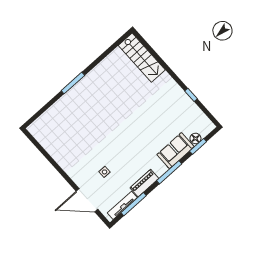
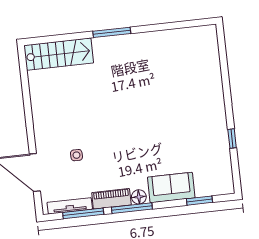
stairs: (142, 58) -> (59, 54), moved, turned -90
floor lamp: (195, 138) -> (139, 197), moved
window: (169, 172) -> (132, 208), moved

